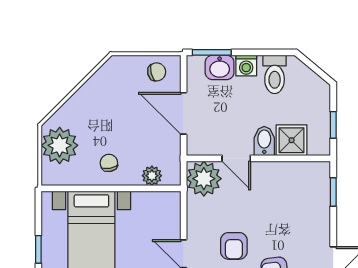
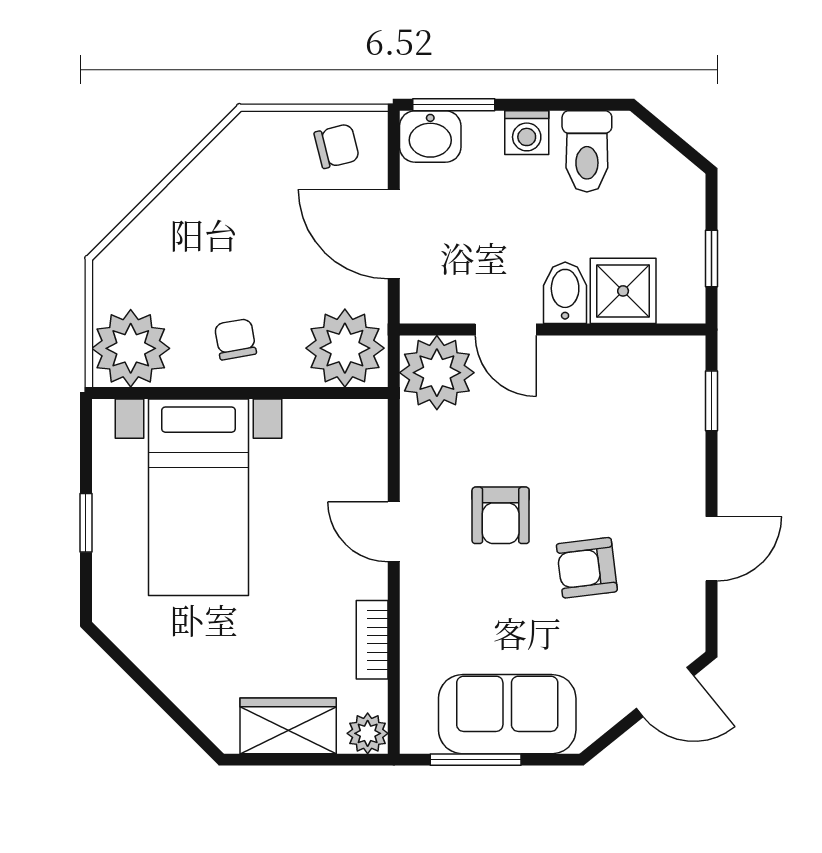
washbasin: (220, 67) -> (430, 137), moved
plant: (60, 145) -> (131, 348), moved
plant: (152, 176) -> (345, 348), width x1.88, depth x1.88

